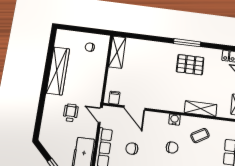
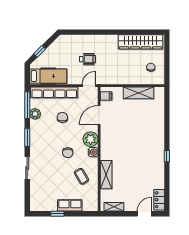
window: (187, 43) -> (167, 156), width x0.46
shelving: (117, 52) -> (139, 93), moved
pallet: (190, 65) -> (146, 161), removed
wardrobe: (58, 71) -> (141, 42), moved
plant: (160, 121) -> (91, 139), added

